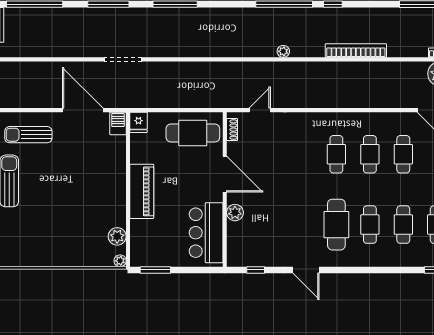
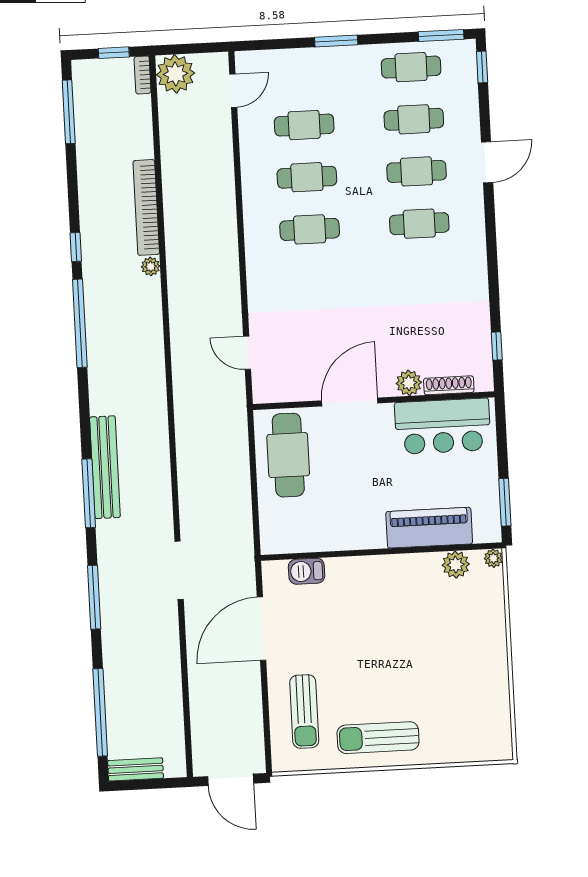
bench: (191, 15) -> (105, 467), added
plant: (283, 51) -> (151, 266), moved
fridge: (139, 122) -> (276, 541), removed
barbecue: (118, 123) -> (307, 571), moved
shoe rack: (232, 130) -> (449, 385), moved, width x1.43
piano: (142, 191) -> (429, 528), moved
cafe table: (336, 225) -> (419, 224), width x0.73, depth x0.74
door: (306, 270) -> (487, 162), moved

